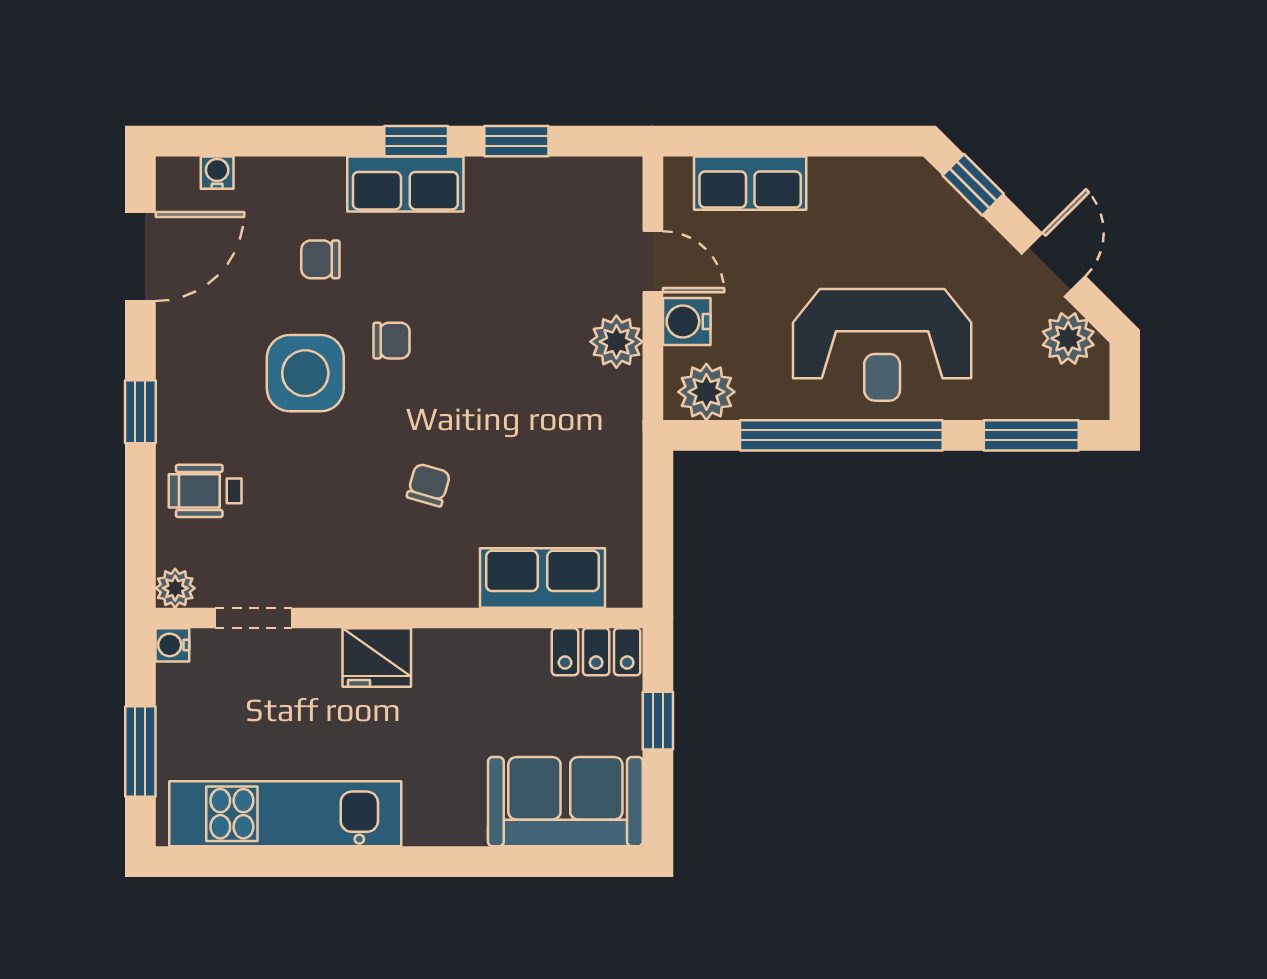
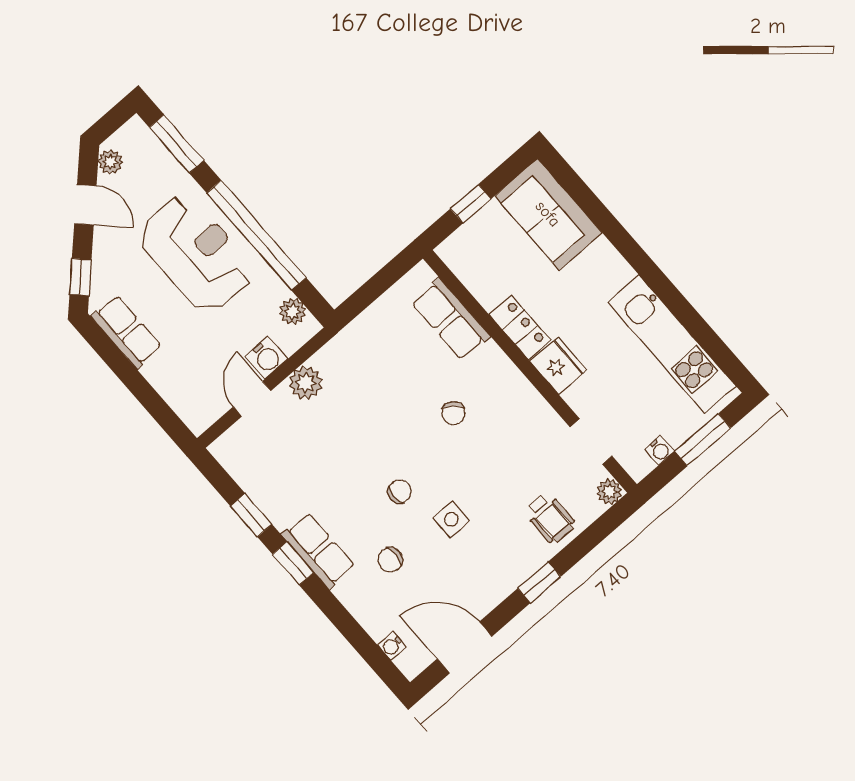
row of seats: (750, 183) -> (127, 332), moved
chair: (320, 259) -> (390, 560), turned 90
door: (1053, 265) -> (85, 205), swing flipped
plant: (1068, 338) -> (110, 162), width x0.73, depth x0.73
chair: (392, 341) -> (400, 491), turned 90
side table: (305, 373) -> (451, 519), width x0.54, depth x0.54
plant: (706, 392) -> (293, 312), width x0.73, depth x0.73
chair: (429, 485) -> (453, 413), turned -68
water cooler: (172, 645) -> (660, 450), moved
locker: (596, 652) -> (520, 327), moved

